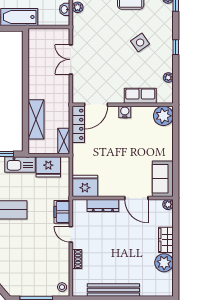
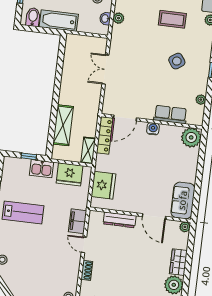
kitchen sink: (20, 165) -> (42, 169), width x0.73
fridge: (85, 186) -> (103, 185), moved, turned 90

